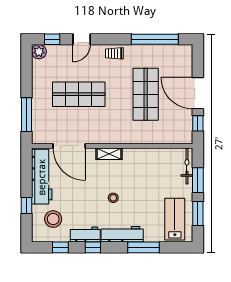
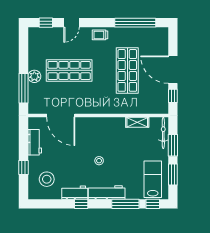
plant: (39, 52) -> (34, 76), moved
shelving: (109, 154) -> (137, 122), moved
workbench: (42, 177) -> (35, 142), width x0.53, depth x0.76
window: (60, 247) -> (153, 204), moved

